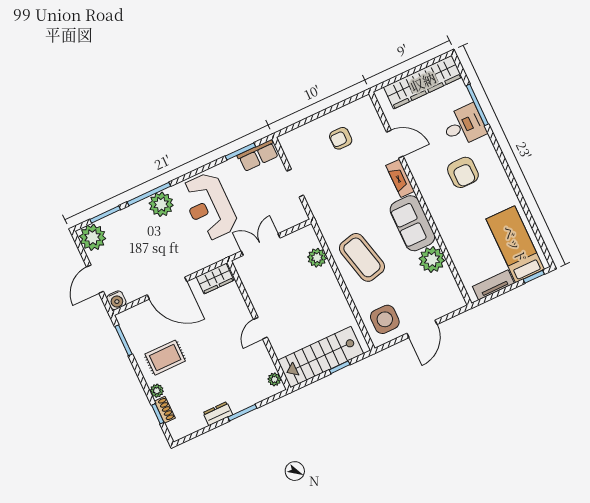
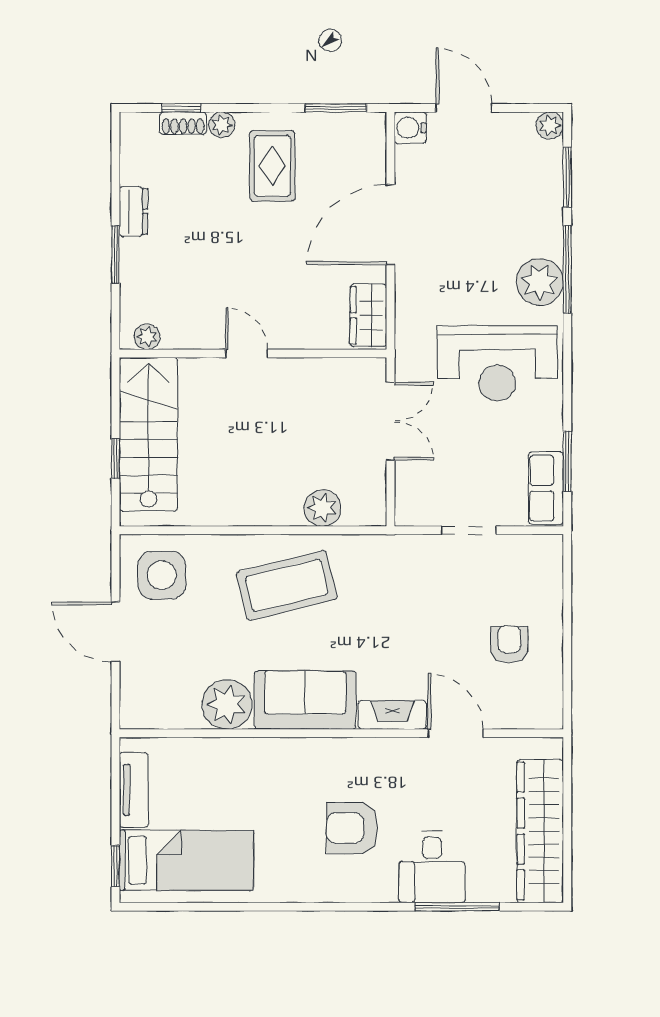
door: (395, 144) -> (456, 733), swing flipped
reception desk: (209, 207) -> (497, 363), turned 180
plant: (93, 237) -> (550, 125), width x0.53, depth x0.53

